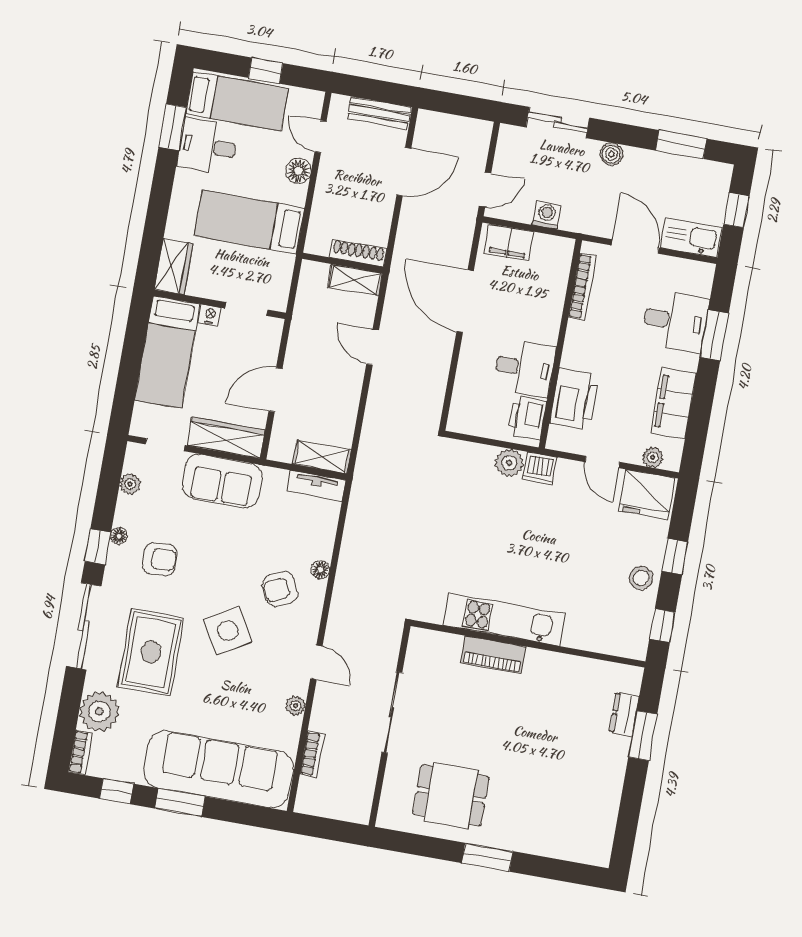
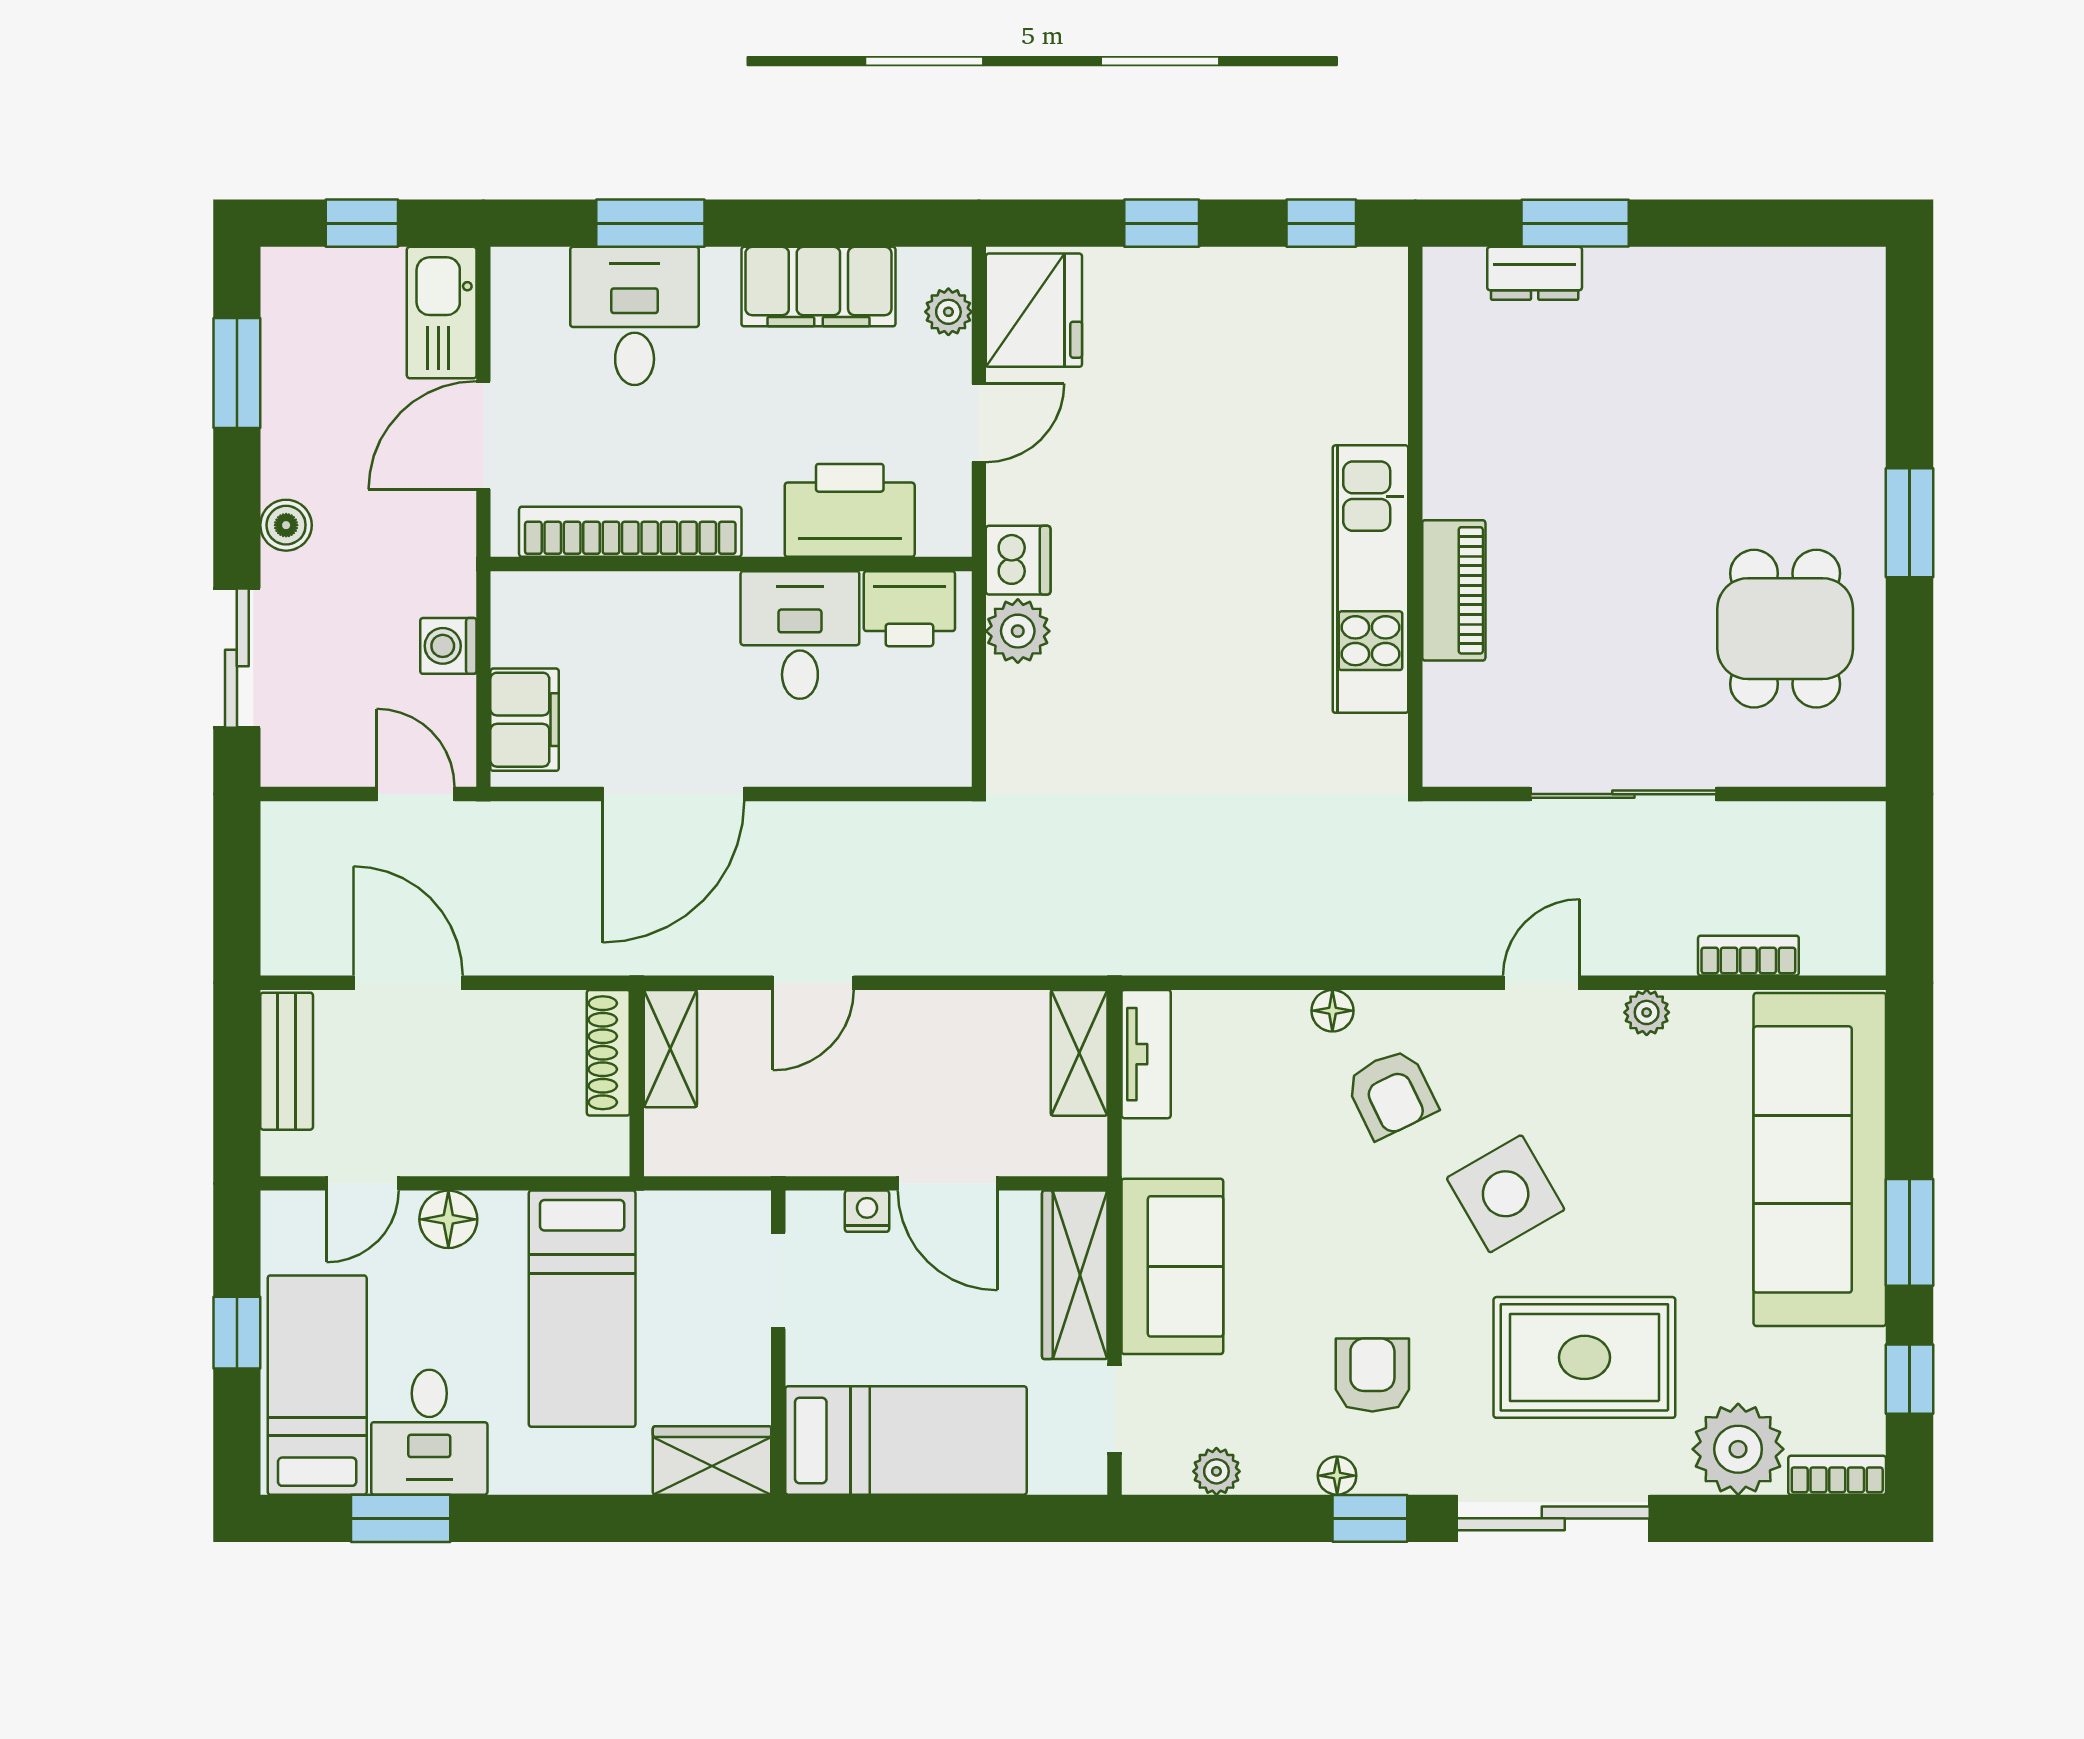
bookcase: (582, 287) -> (630, 532), width x1.48, depth x1.31
nightstand: (210, 315) -> (867, 1211), moved, turned 90
stool: (641, 578) -> (1223, 290), removed

